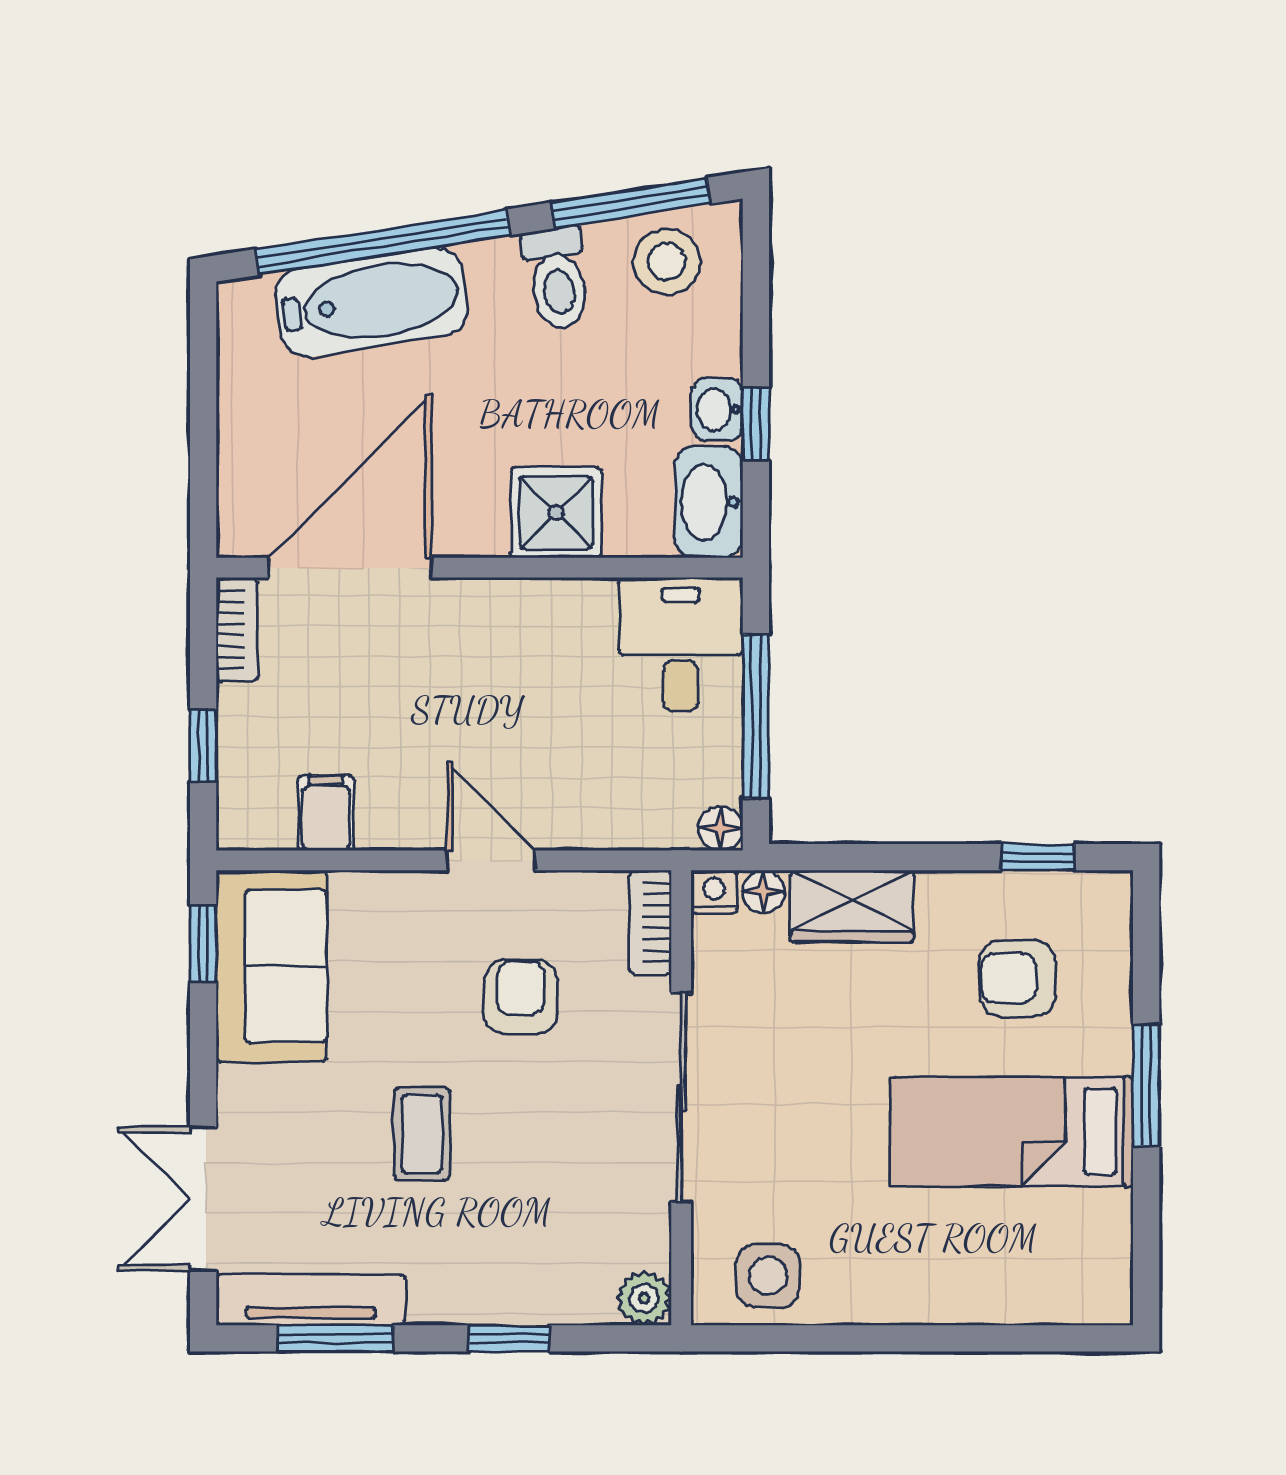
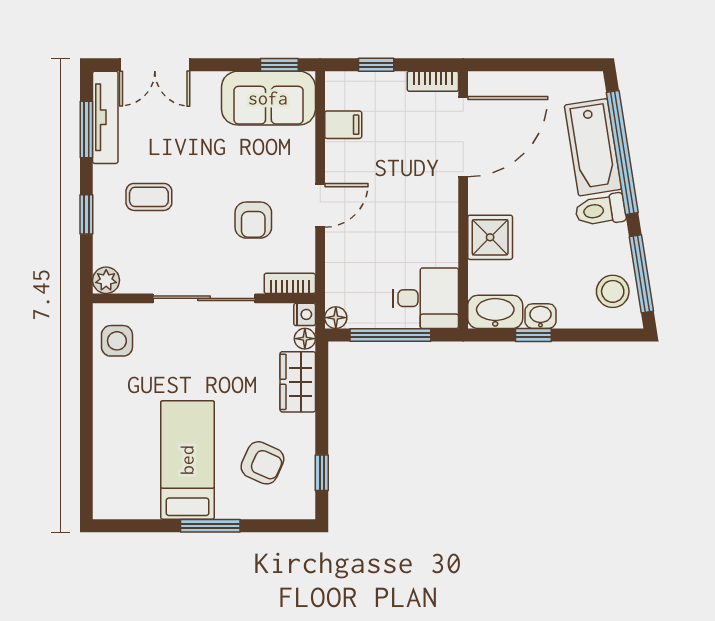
toilet: (557, 278) -> (600, 210), moved
door: (350, 568) -> (463, 137), hinge flipped
armchair: (1018, 978) -> (262, 463), turned 114
armchair: (521, 997) -> (253, 220), turned 90
coffee table: (422, 1134) -> (149, 197), moved
double door: (203, 1199) -> (155, 65), swing flipped

